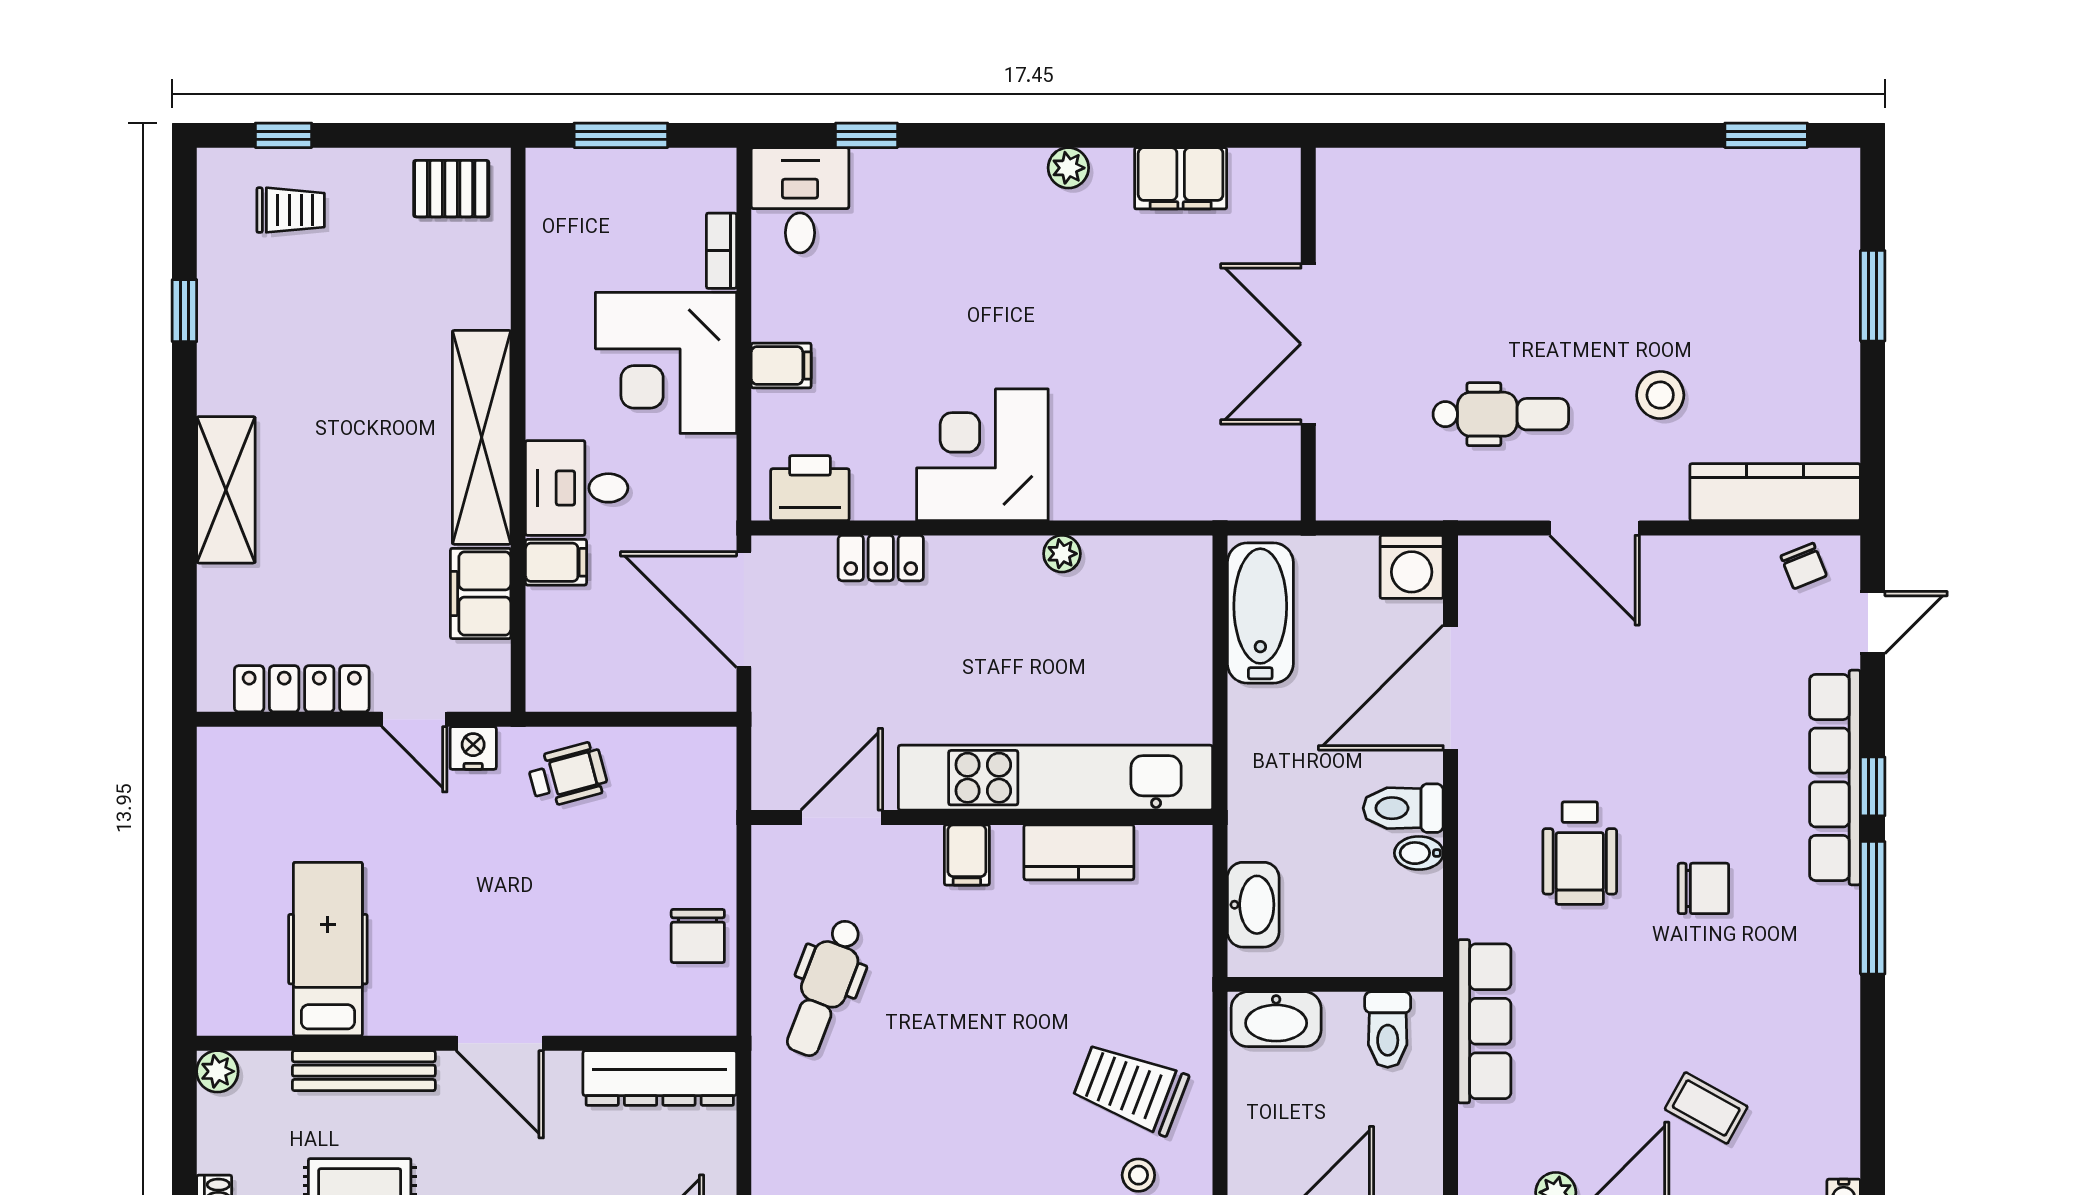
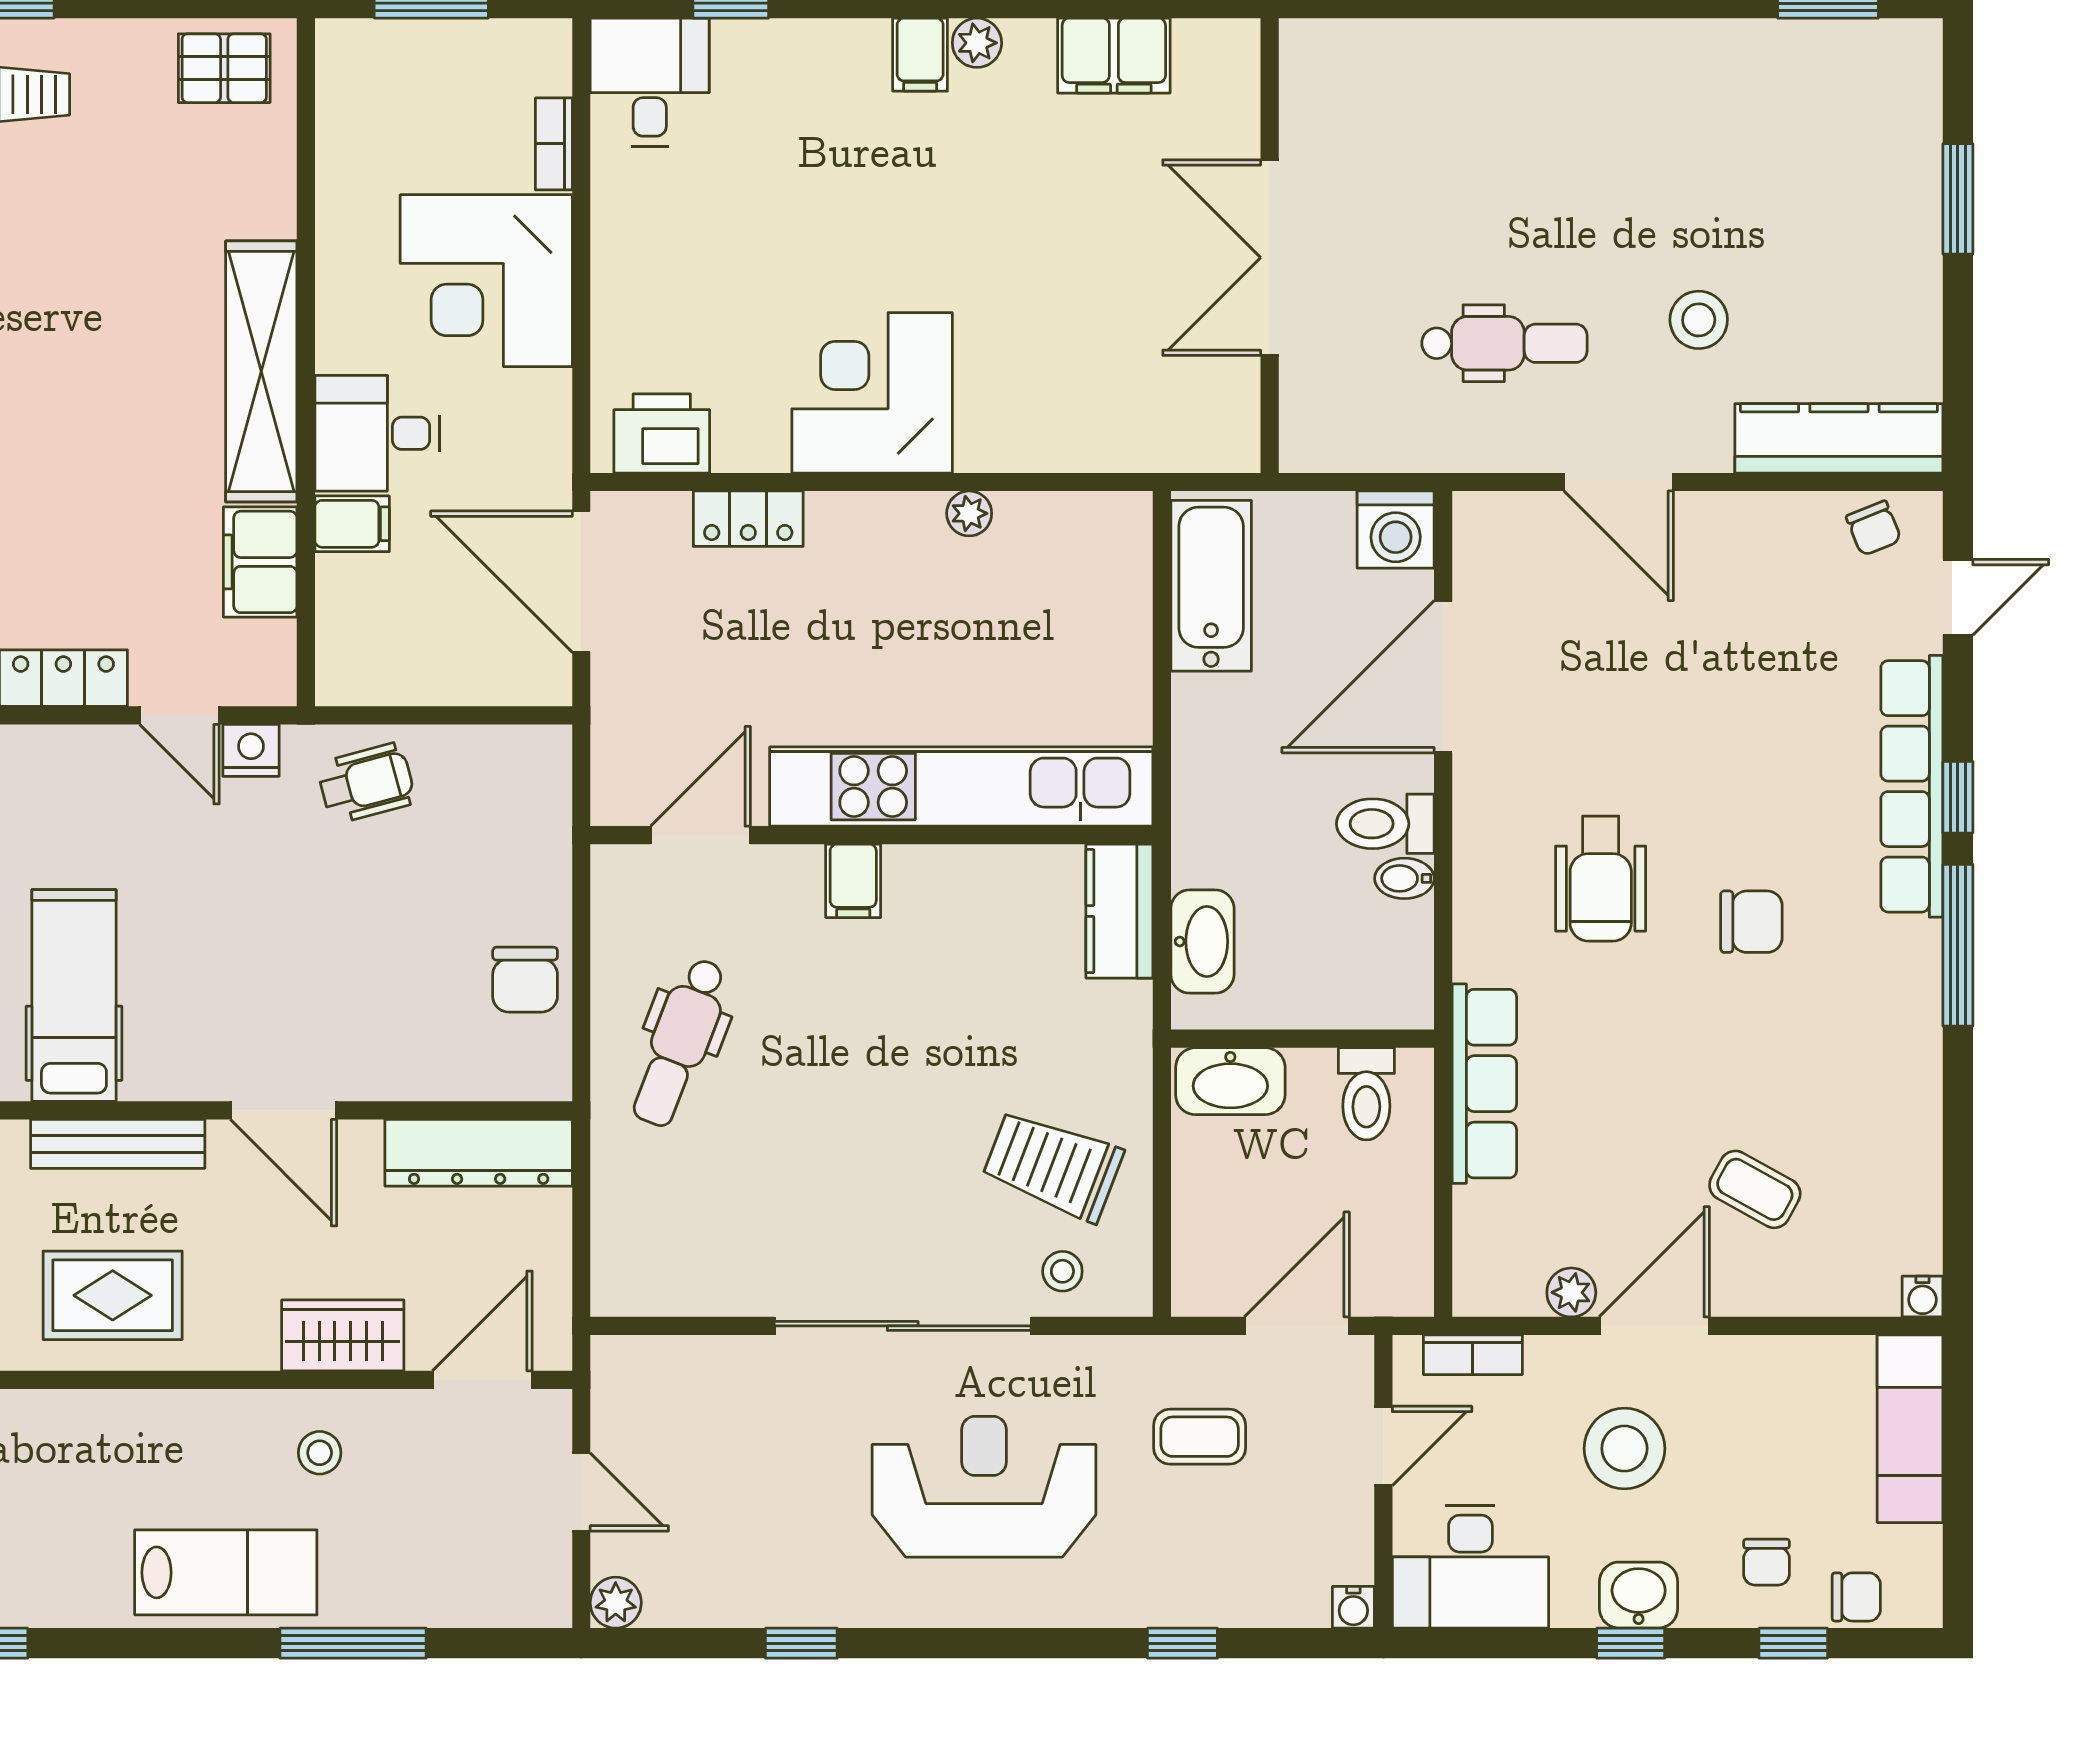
filing cabinet: (781, 365) -> (920, 55), moved, turned 90
kitchen counter: (1079, 852) -> (1119, 911), moved, turned 90

